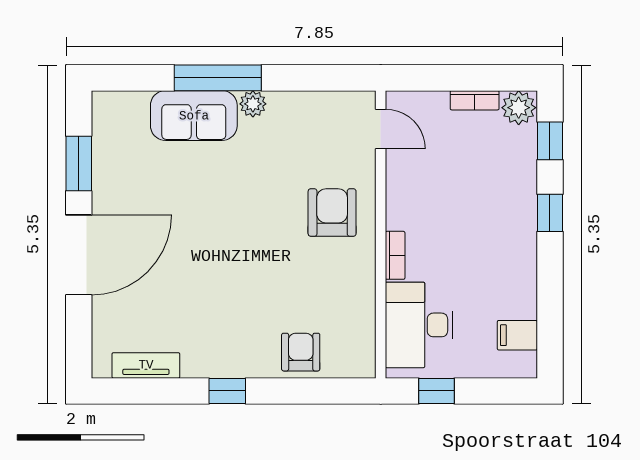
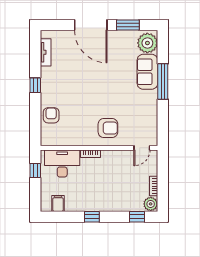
plant: (253, 104) -> (147, 43), moved, width x1.88, depth x1.88
window: (550, 213) -> (92, 217), moved
armchair: (301, 352) -> (51, 115), turned -90

